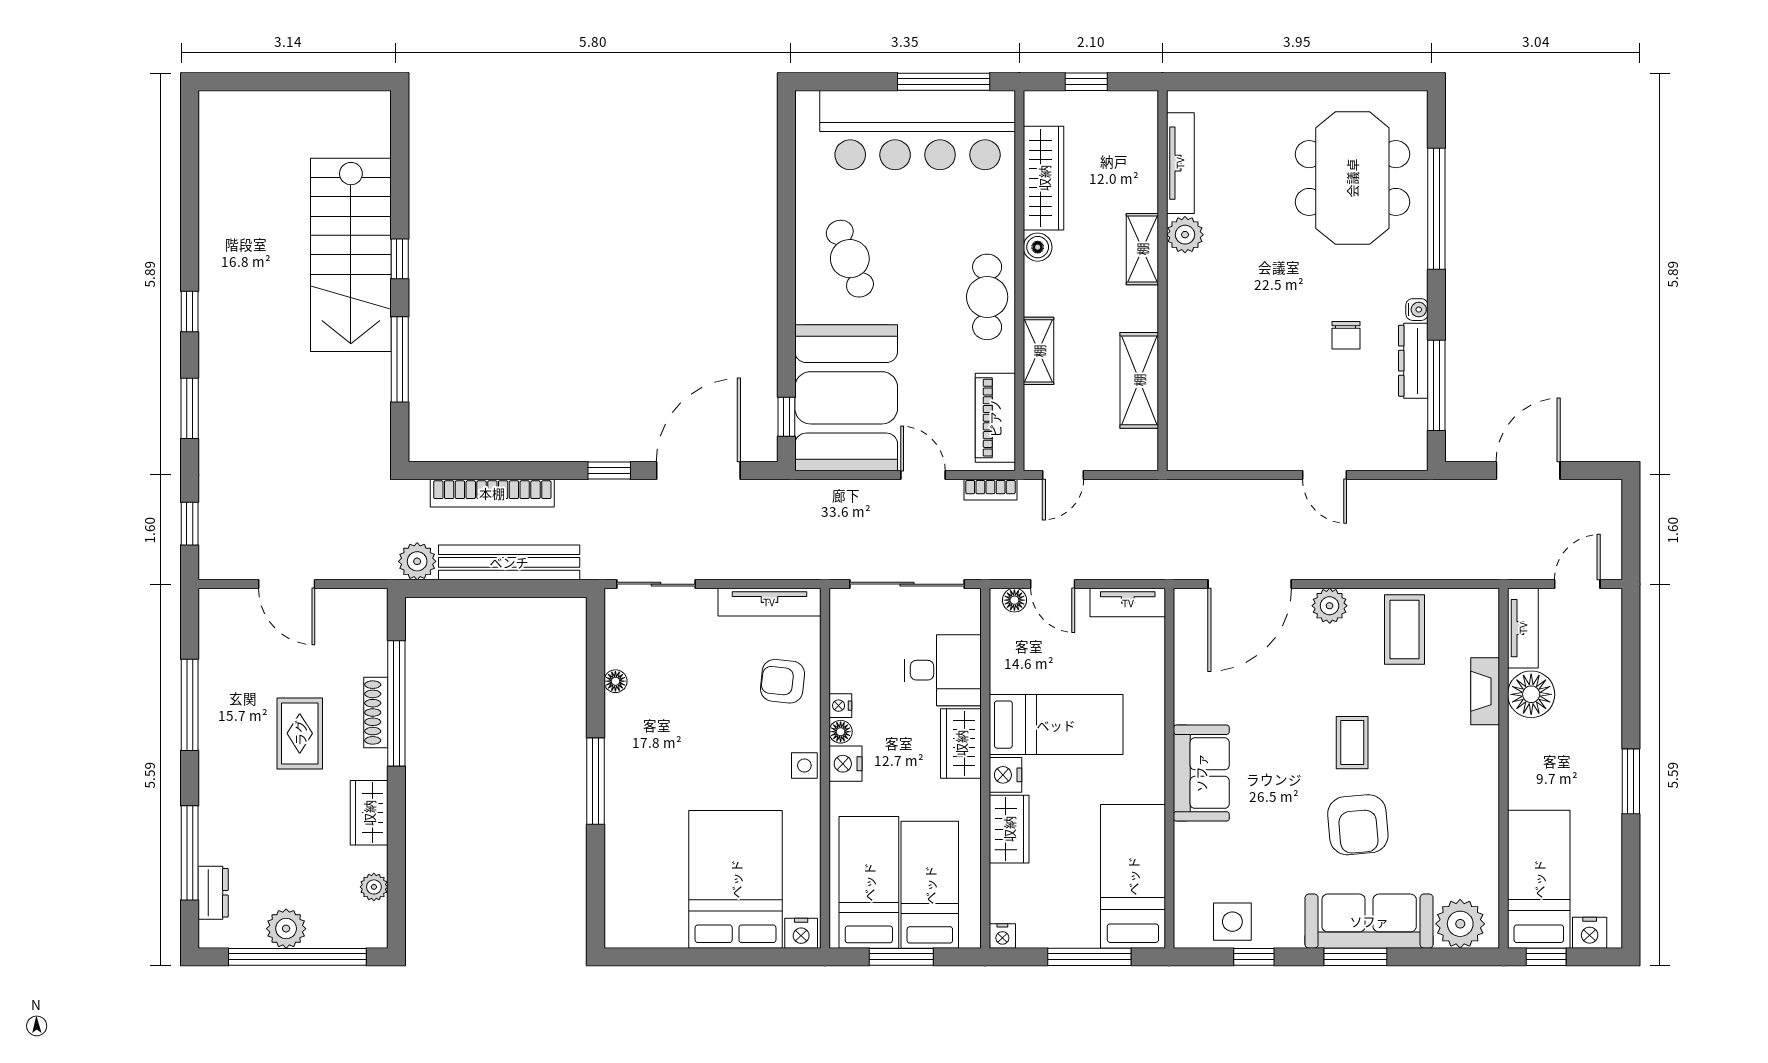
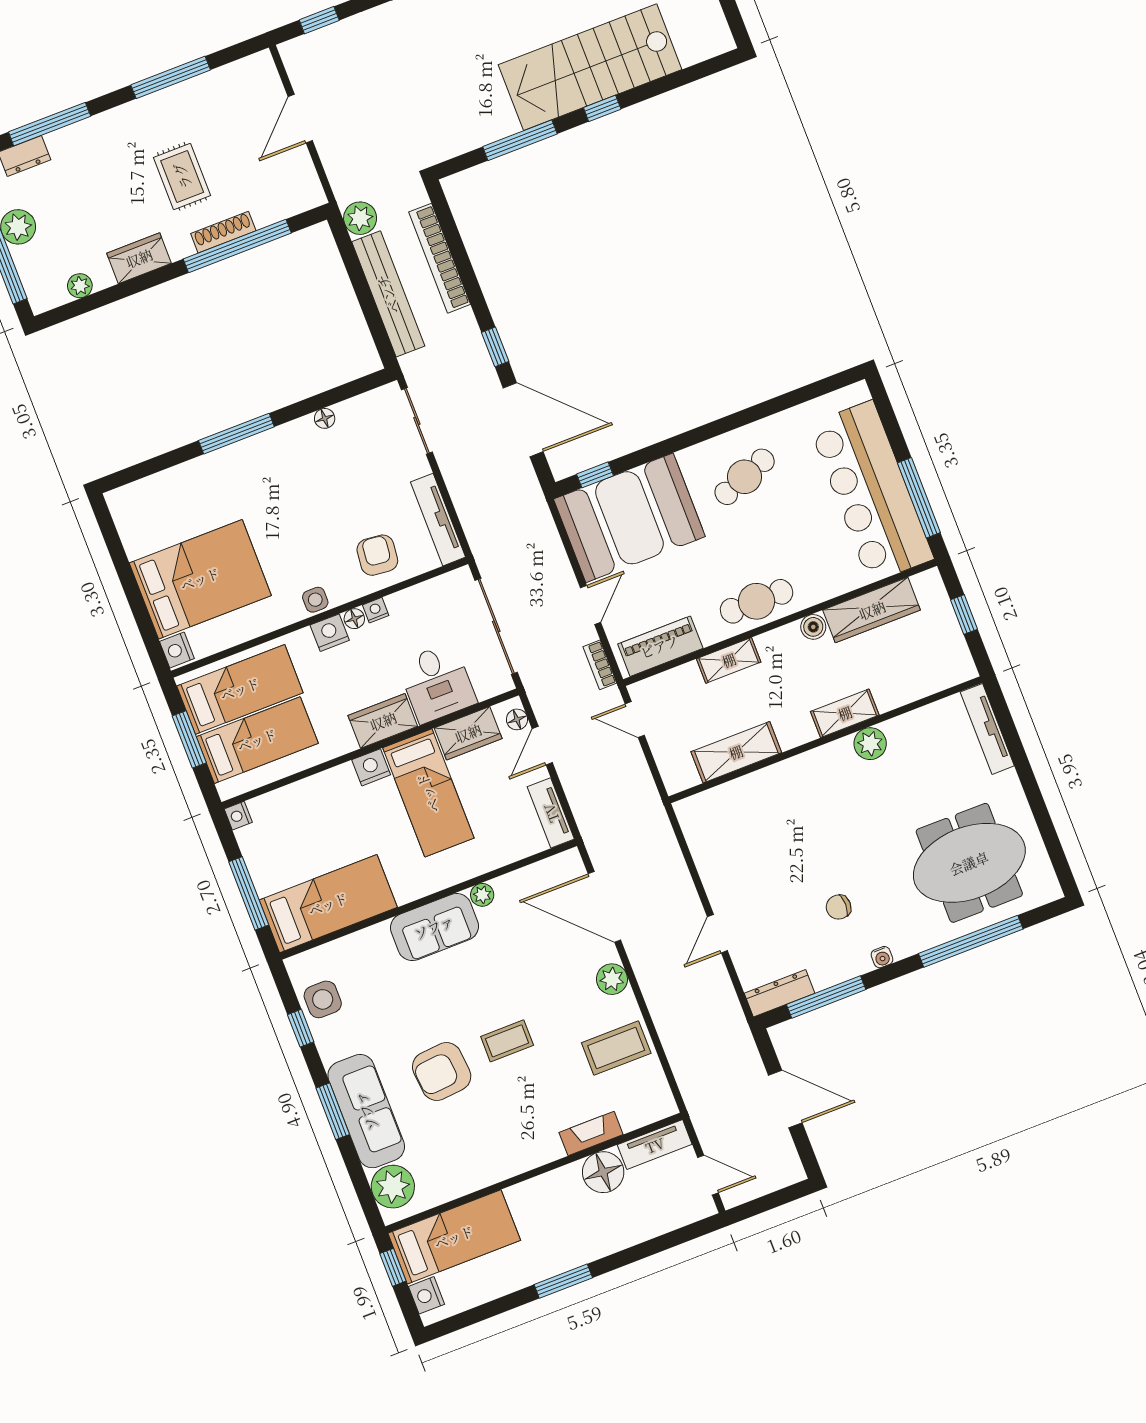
tv unit: (1180, 163) -> (987, 729), moved, turned 90
dresser: (1413, 361) -> (779, 993), moved
plant: (1187, 709) -> (482, 895), added
rug: (300, 733) -> (182, 176), turned 90
wardrobe: (1009, 829) -> (468, 733), moved

